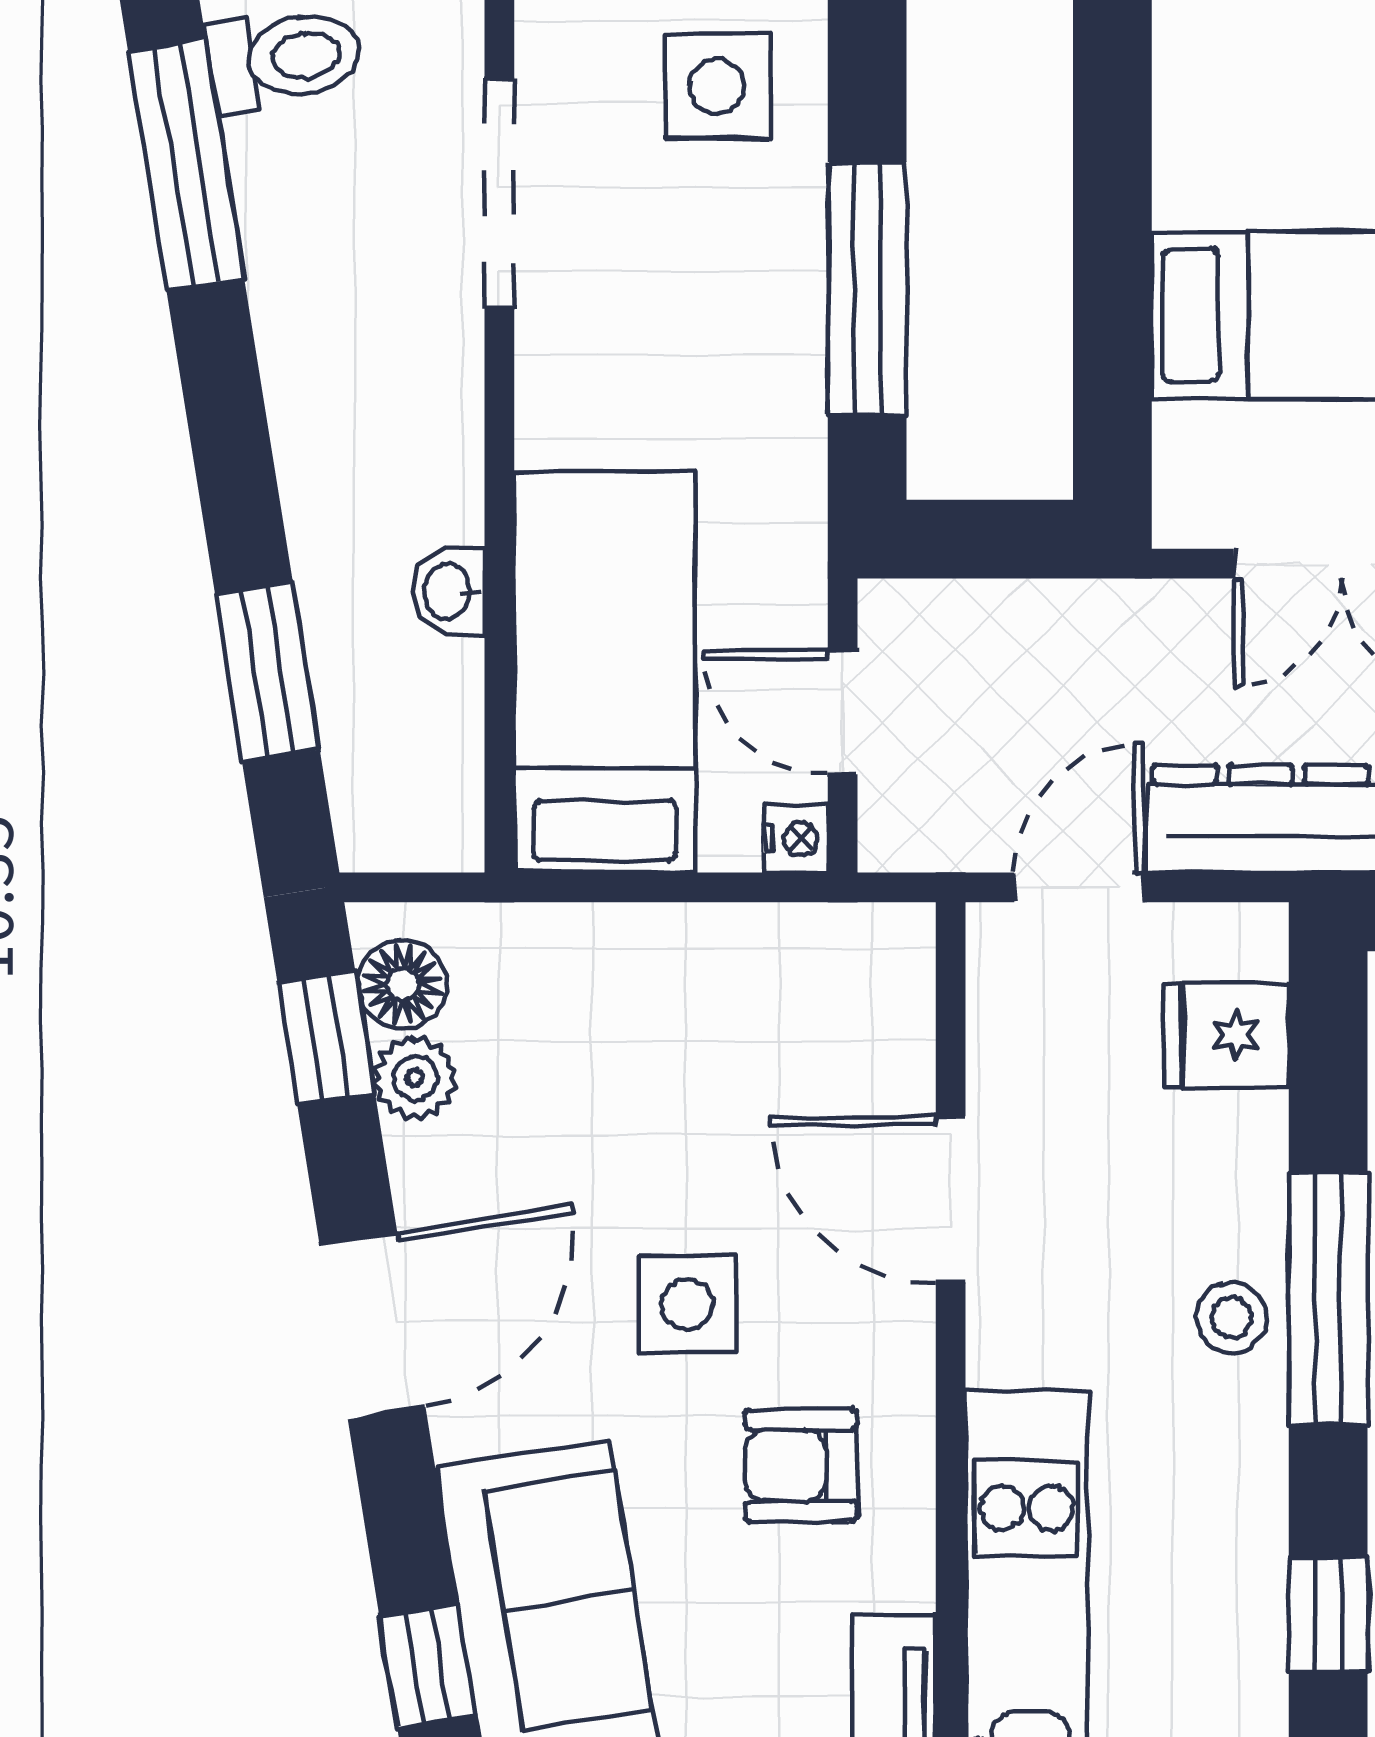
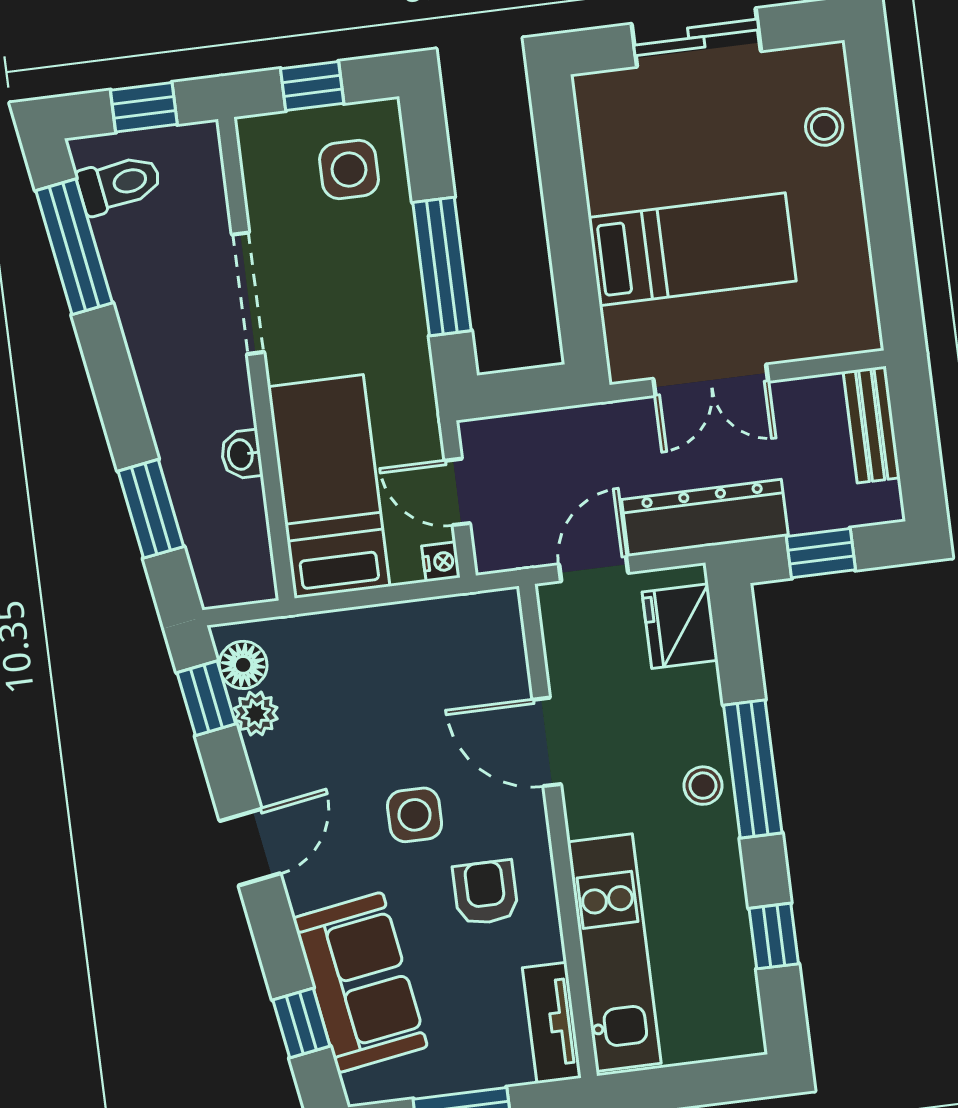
doorway: (499, 193) -> (248, 293), moved
fridge: (1226, 1035) -> (680, 626), width x1.38
door: (372, 1326) -> (250, 847), width x0.73
armchair: (801, 1466) -> (485, 893), turned 90

